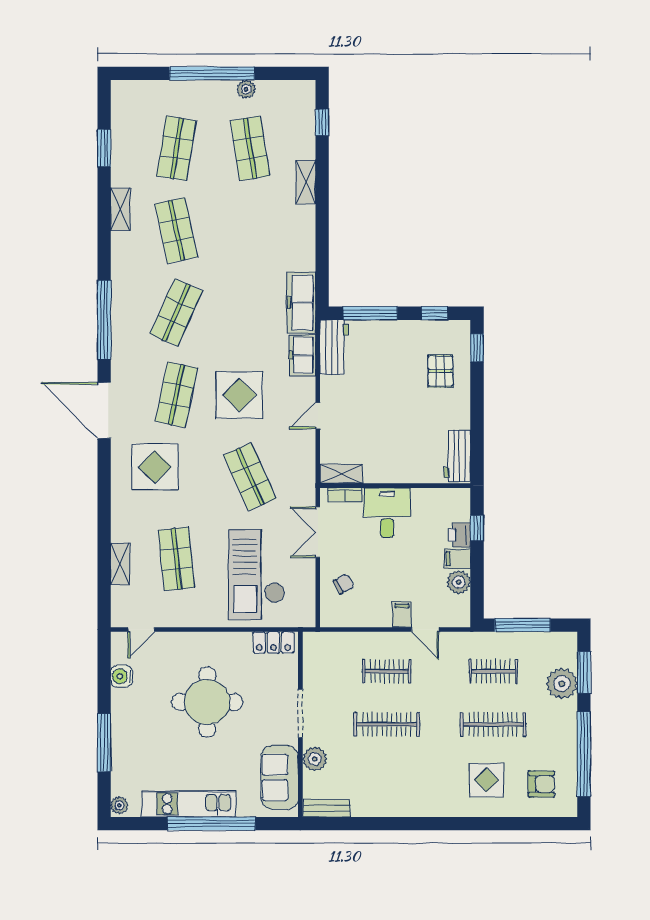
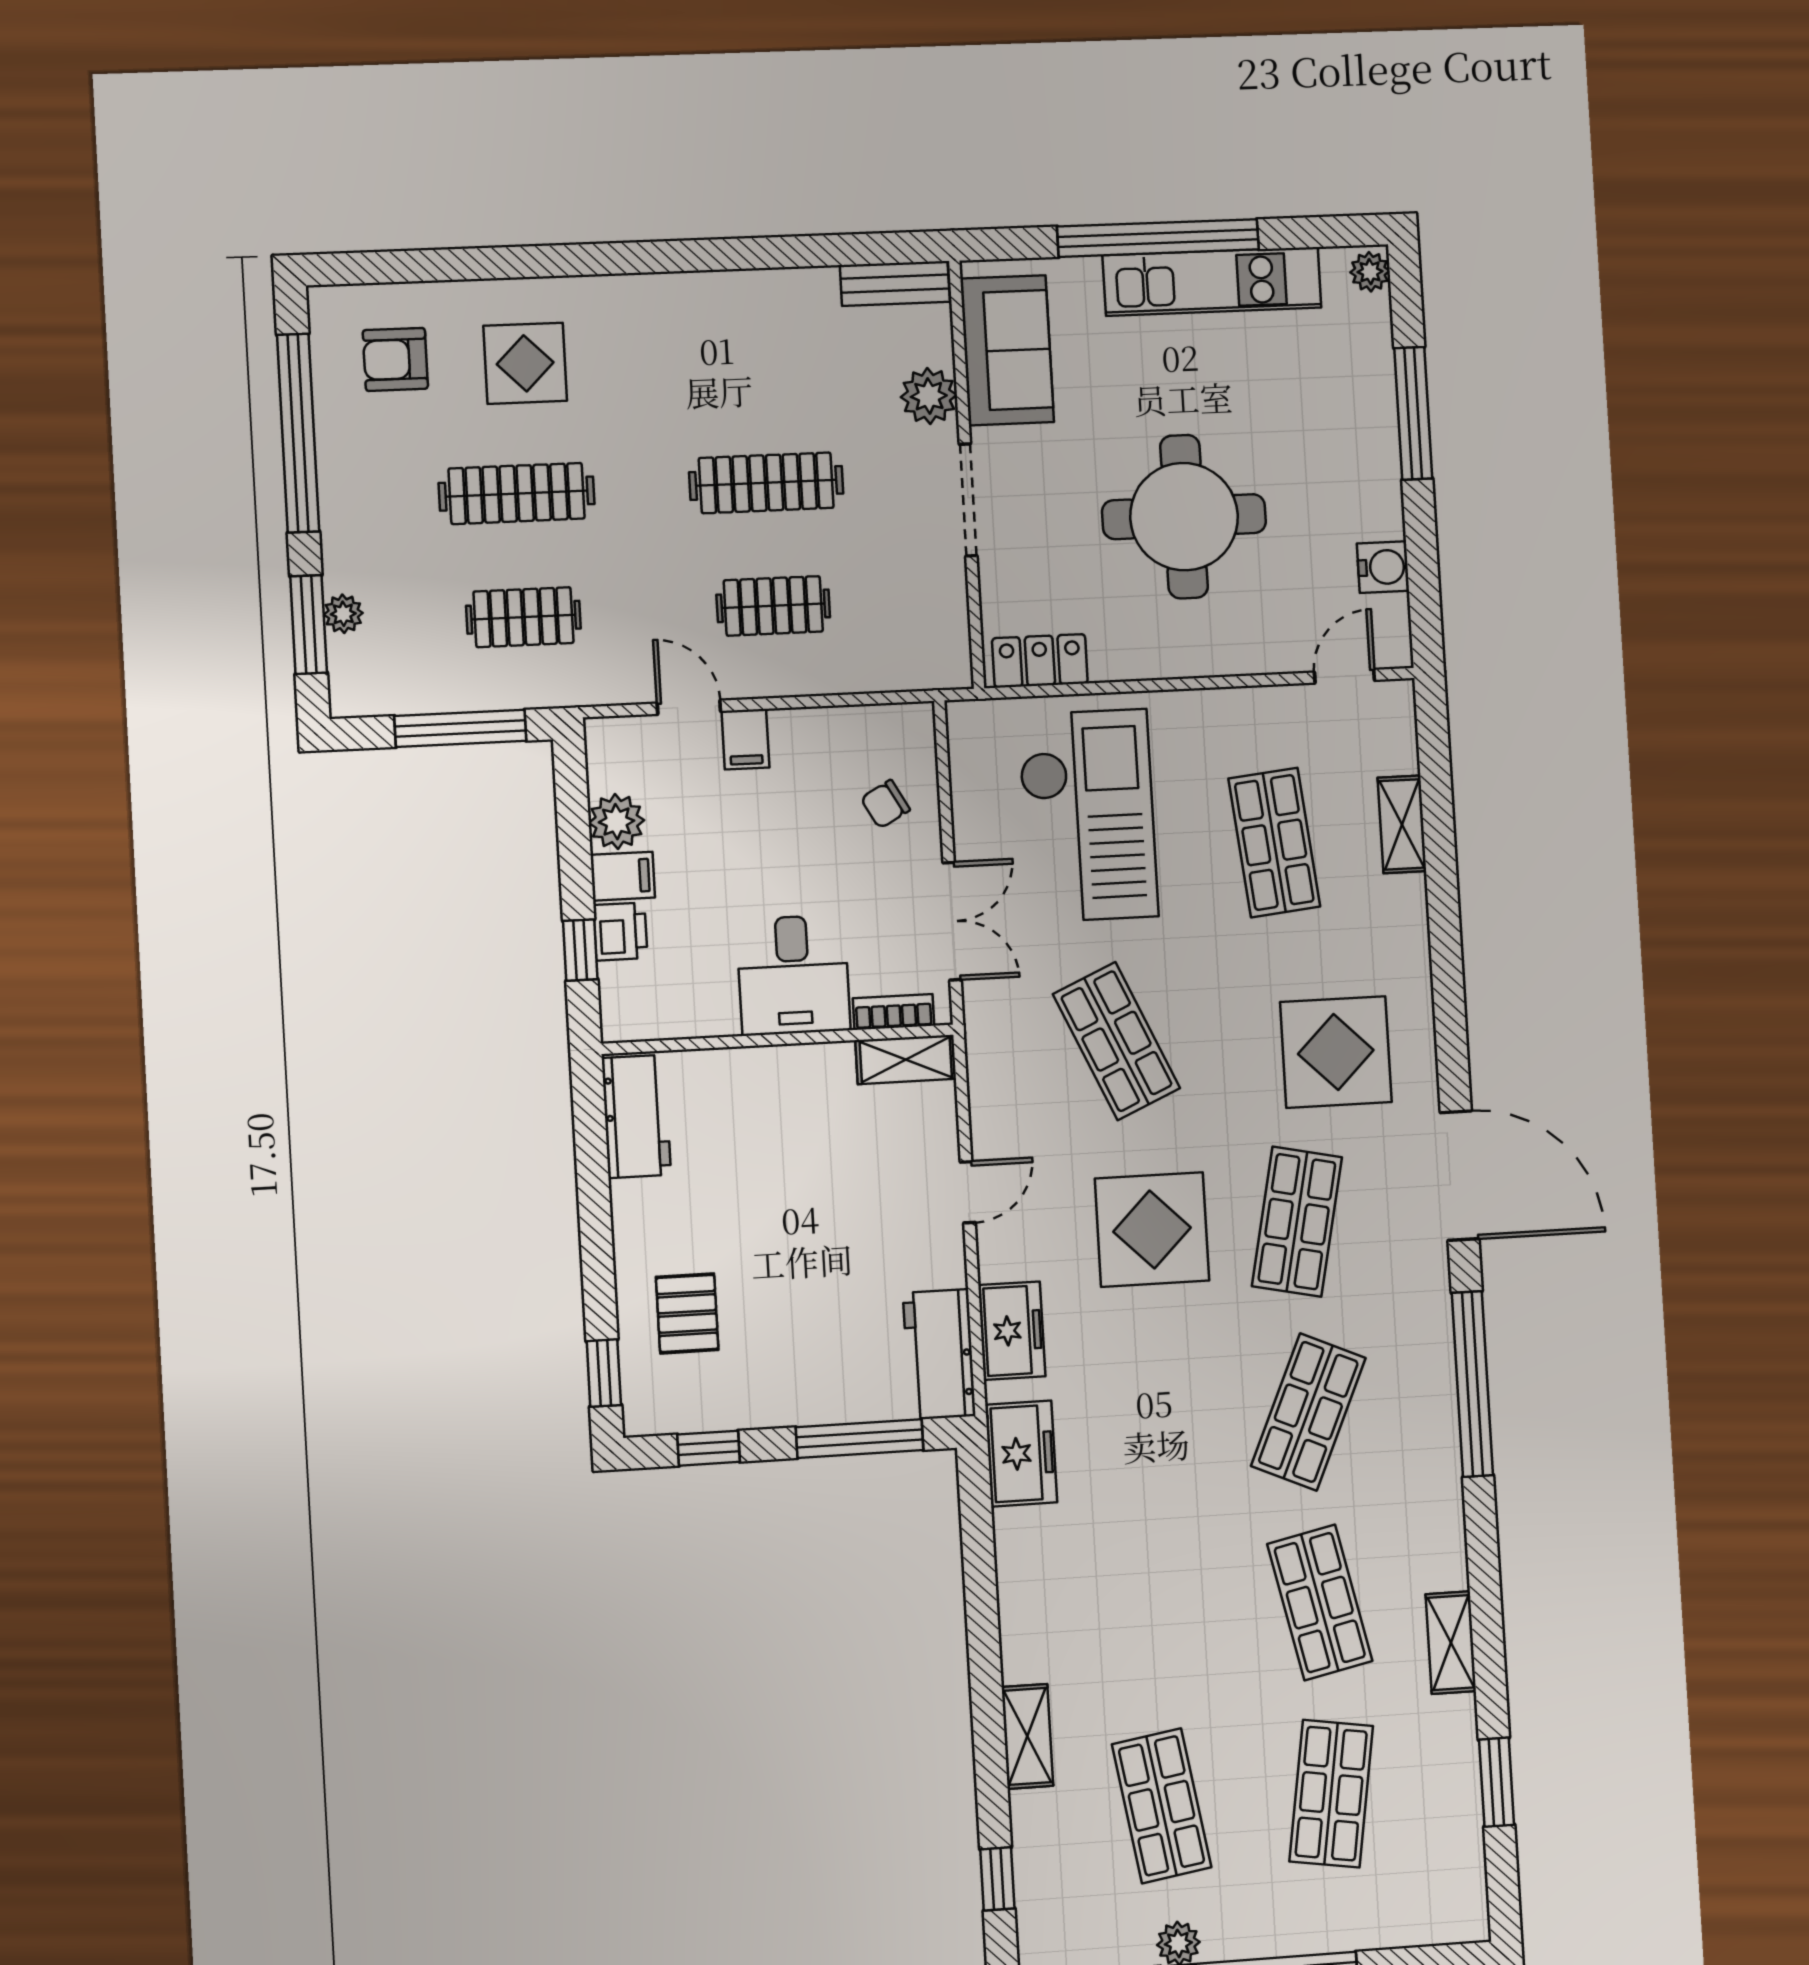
freezer: (301, 303) -> (1021, 1454), width x0.71
plant: (562, 684) -> (343, 614), width x0.53, depth x0.53

